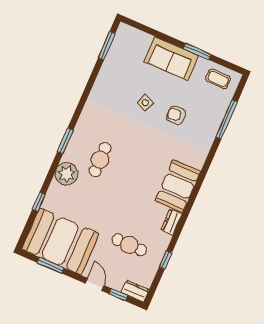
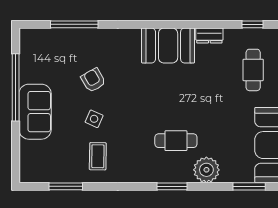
window: (107, 46) -> (66, 186), moved
window: (197, 51) -> (16, 87), width x2.11
coffee table: (218, 79) -> (98, 156), moved
armchair: (176, 115) -> (93, 80), turned 150
window: (39, 202) -> (249, 186), width x1.50

